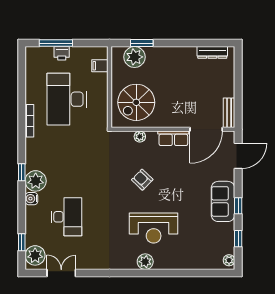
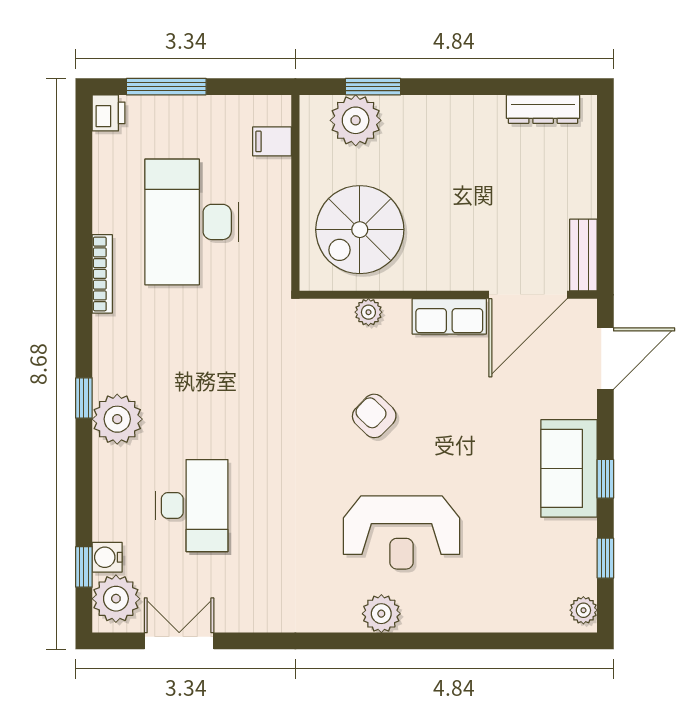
printer: (62, 53) -> (109, 113), moved, turned -90
water cooler: (31, 199) -> (107, 557), moved

